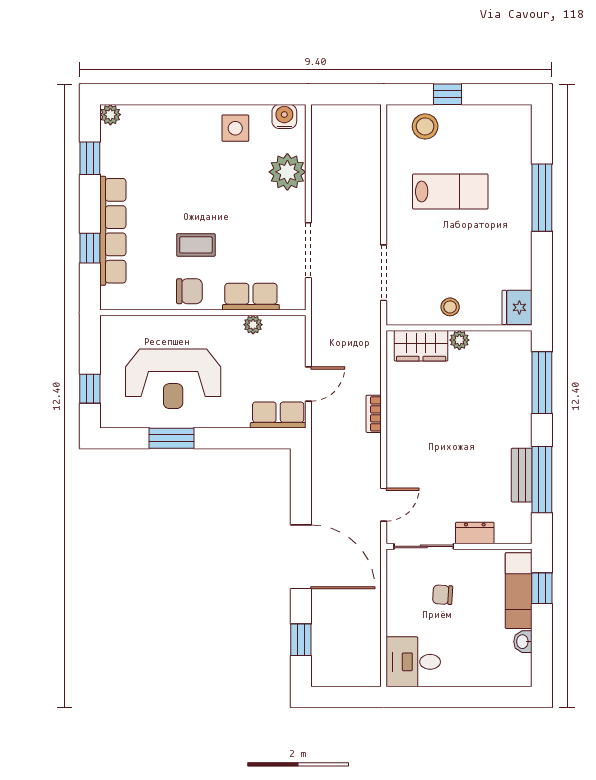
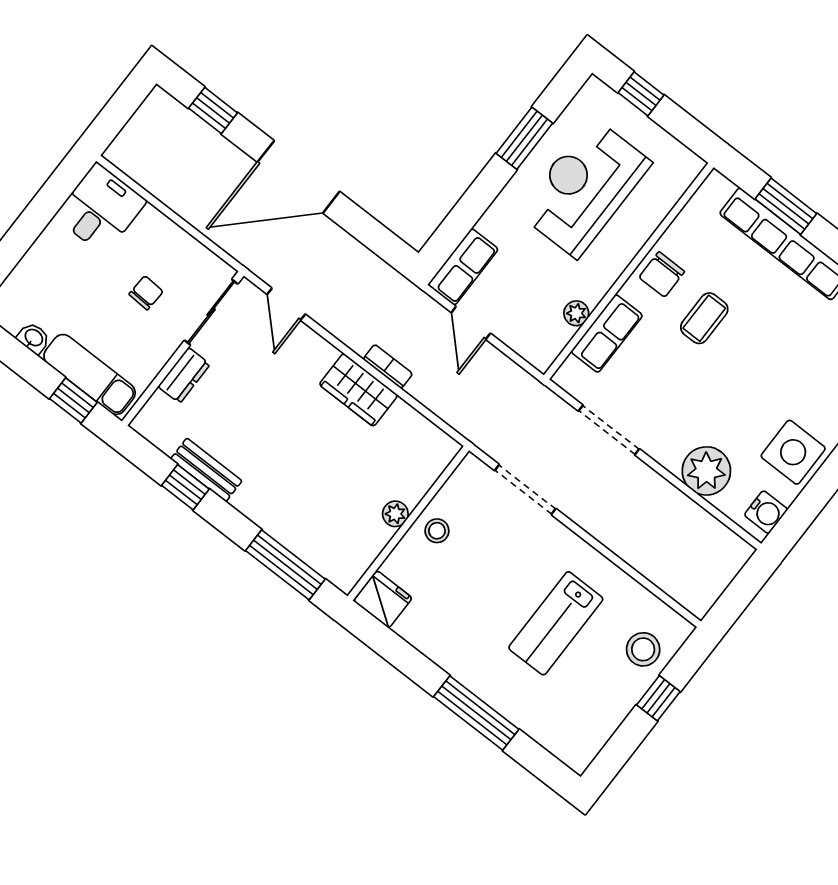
side table: (235, 128) -> (793, 452), width x1.37, depth x1.37
window: (90, 248) -> (786, 206), width x1.50
wardrobe: (421, 346) -> (358, 390), moved, turned -90
window: (542, 480) -> (185, 487), width x0.46

